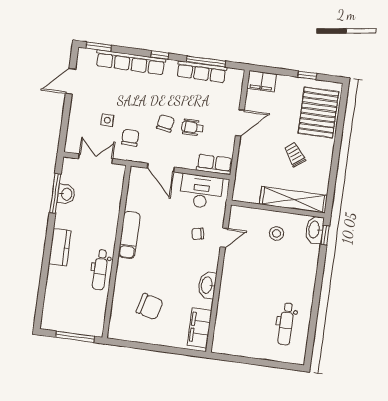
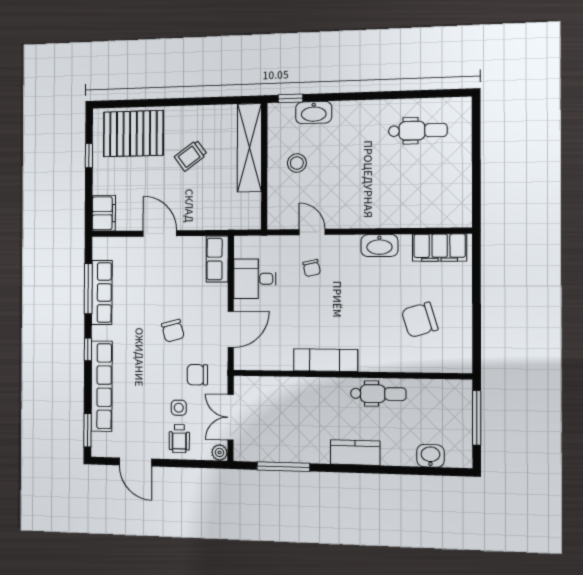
chair: (165, 123) -> (173, 331), turned -113
wheelchair: (192, 127) -> (179, 439), moved
plant: (71, 147) -> (220, 452), added
desk: (201, 191) -> (255, 279), width x0.73
washbasin: (66, 194) -> (430, 456), moved
washbasin: (315, 230) -> (314, 113), moved
chair: (150, 307) -> (420, 320), turned -122

